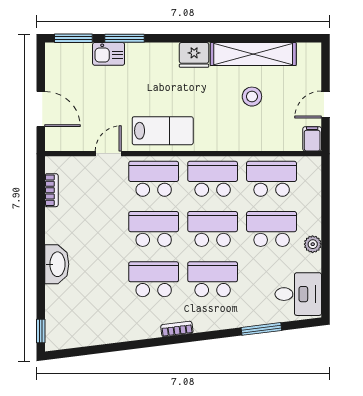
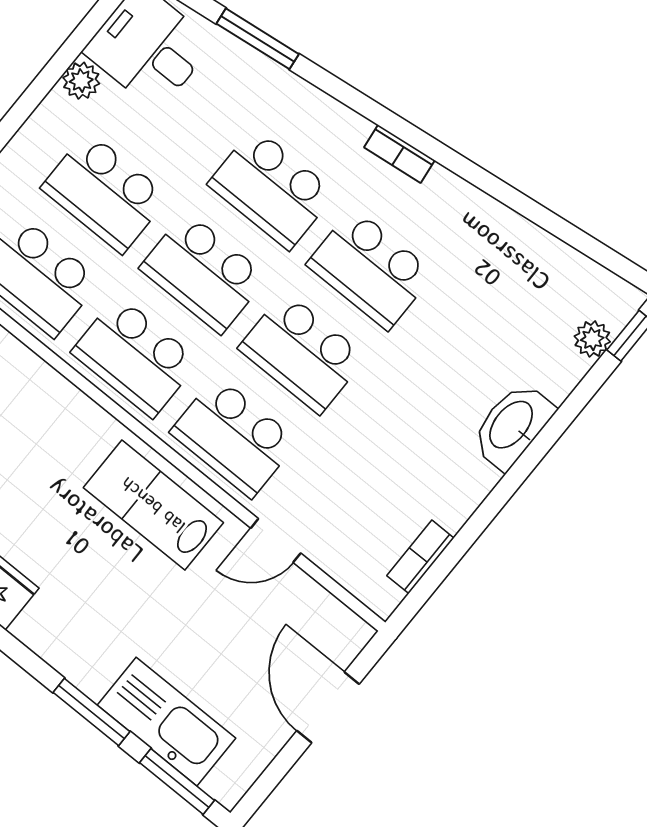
kitchen sink: (109, 54) -> (166, 722), width x1.88, depth x1.24
plant: (313, 244) -> (81, 81), moved
plant: (53, 319) -> (592, 339), added

